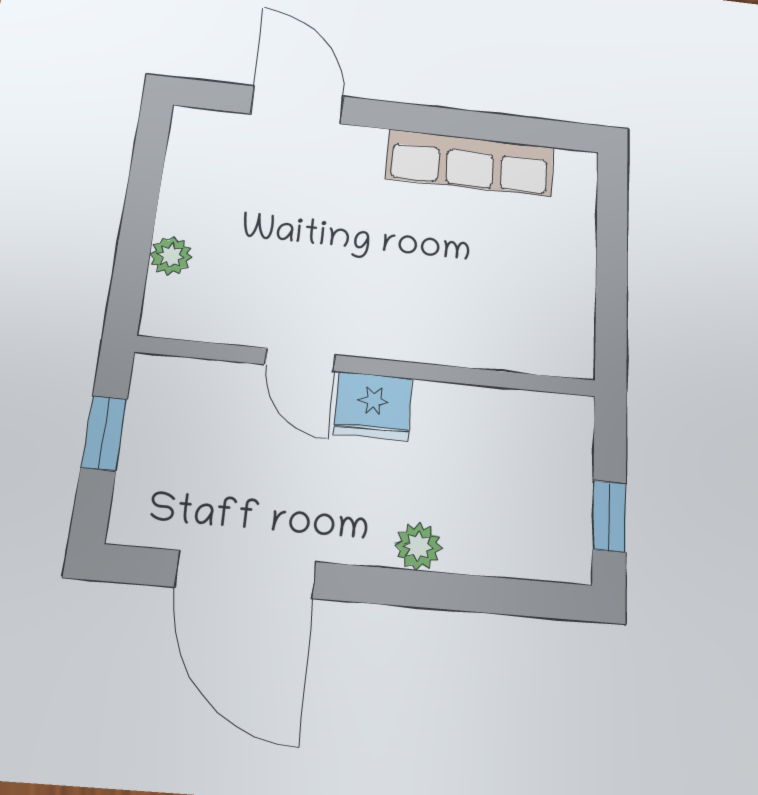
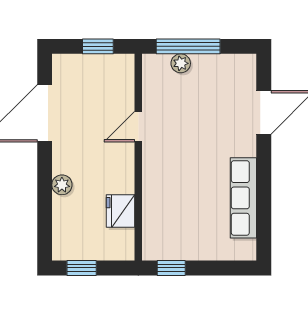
window: (136, 237) -> (188, 46), added
window: (611, 320) -> (171, 268), added
fridge: (373, 406) -> (121, 211), moved

